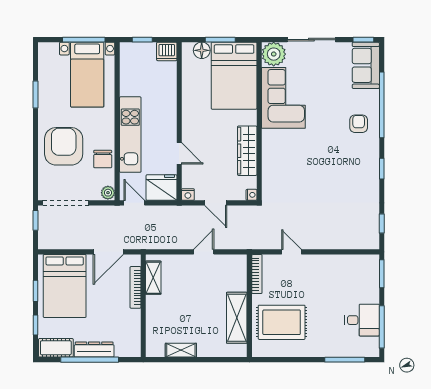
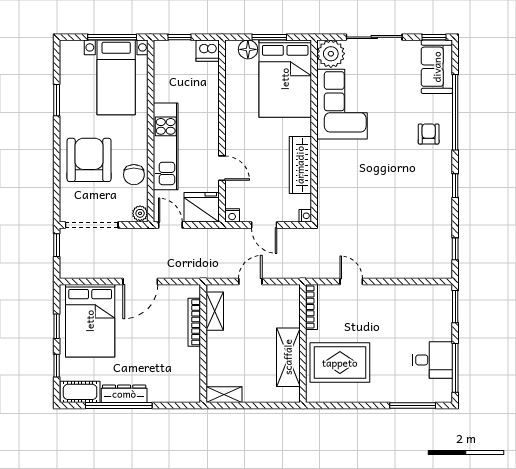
shelving: (153, 278) -> (215, 311), moved
bookcase: (135, 287) -> (194, 322), moved
wall: (143, 306) -> (203, 344), moved

